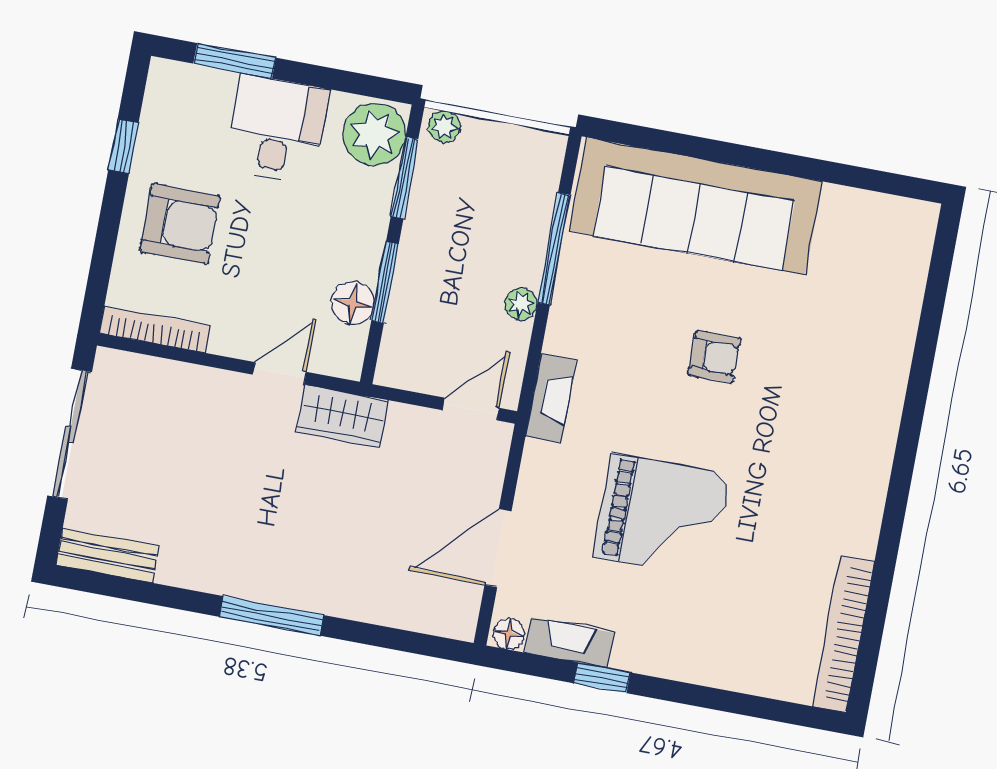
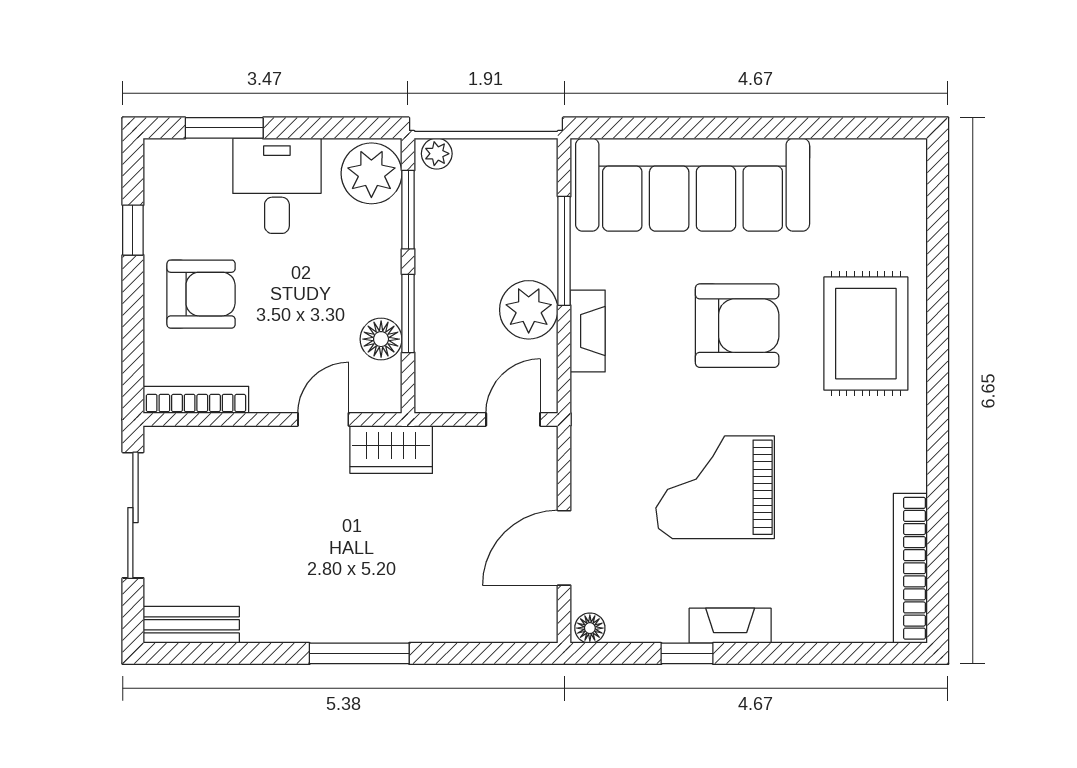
plant: (521, 304) -> (529, 310), width x1.88, depth x1.88
armchair: (714, 357) -> (737, 326), width x1.88, depth x1.88
rug: (843, 389) -> (866, 334), added
fireplace: (551, 398) -> (588, 331), moved
grand piano: (662, 516) -> (715, 487), turned 180
fireplace: (569, 643) -> (730, 626), moved

